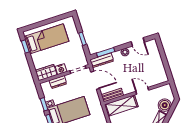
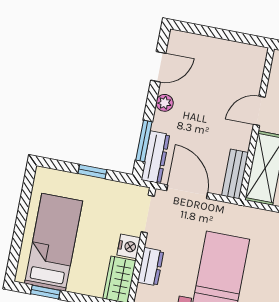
door: (95, 80) -> (187, 192), hinge flipped

